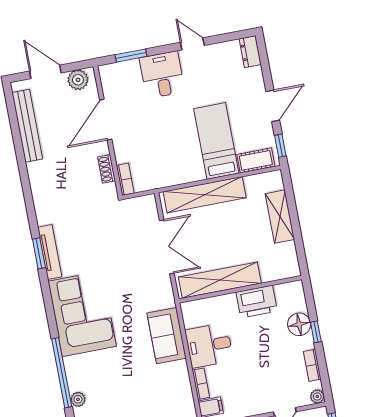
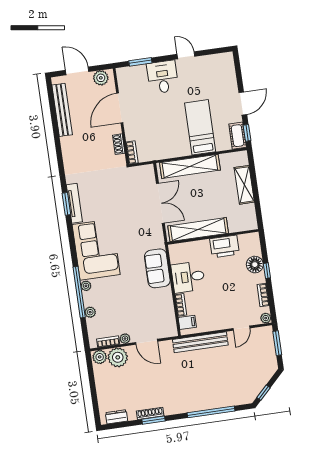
dresser: (250, 52) -> (228, 63), removed
cot: (256, 160) -> (238, 136), moved, turned 90
plant: (71, 364) -> (86, 286), added

